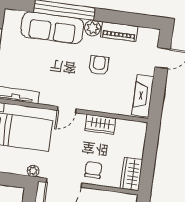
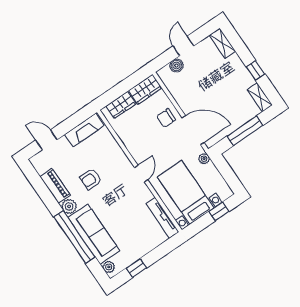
plant: (15, 16) -> (109, 267), added
door: (67, 110) -> (141, 174), hinge flipped
wardrobe: (100, 124) -> (121, 105), moved, turned 90

